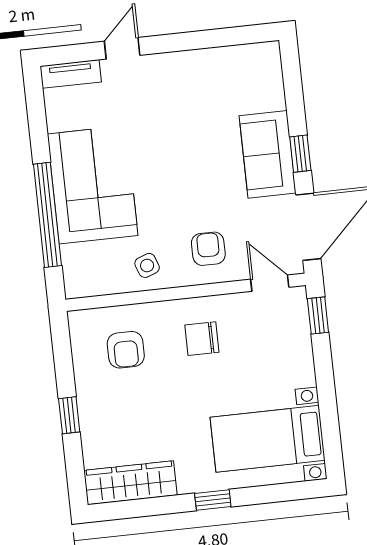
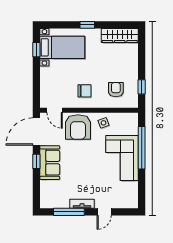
window: (208, 39) -> (69, 212), added
tv unit: (71, 74) -> (82, 204), moved
armchair: (208, 249) -> (78, 127), width x1.88, depth x1.88
window: (318, 315) -> (36, 50), moved
window: (69, 415) -> (142, 87), moved

